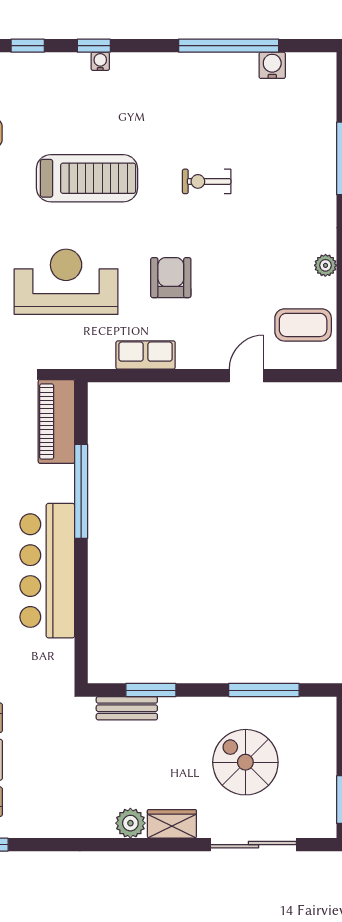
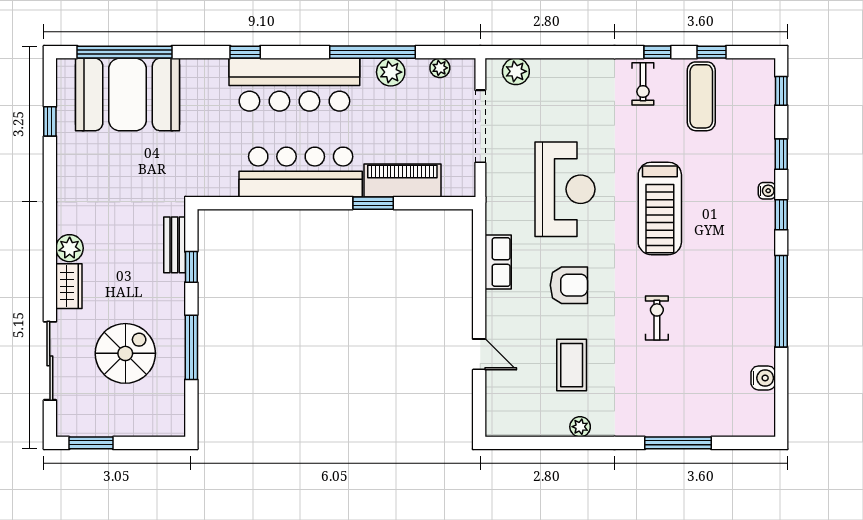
window: (229, 46) -> (781, 301), moved
water cooler: (100, 61) -> (767, 191), moved
coffee table: (303, 325) -> (572, 365), moved
piano: (56, 421) -> (402, 180), moved
window: (81, 491) -> (373, 203), width x0.47
window: (151, 690) -> (191, 267), width x0.67
window: (264, 690) -> (191, 347), moved

